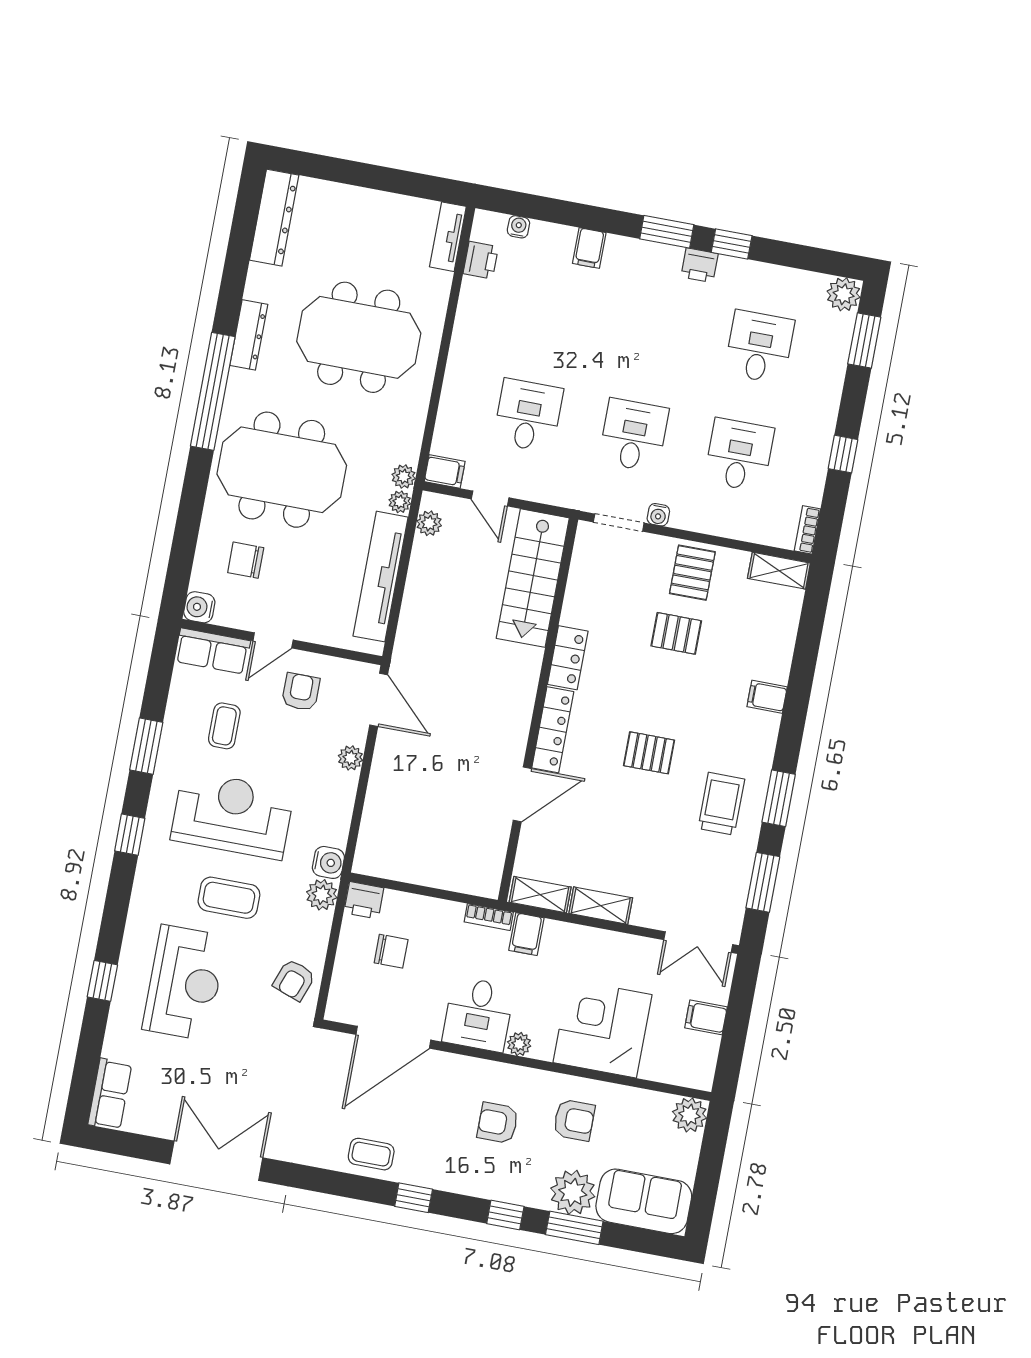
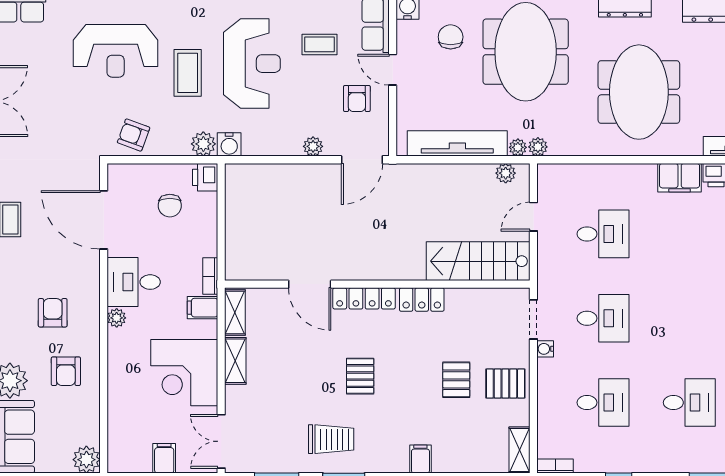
filing cabinet: (445, 471) -> (680, 178), moved, width x2.00
armchair: (301, 692) -> (357, 98), turned 90
corner desk: (603, 1029) -> (184, 373), moved, turned 180

